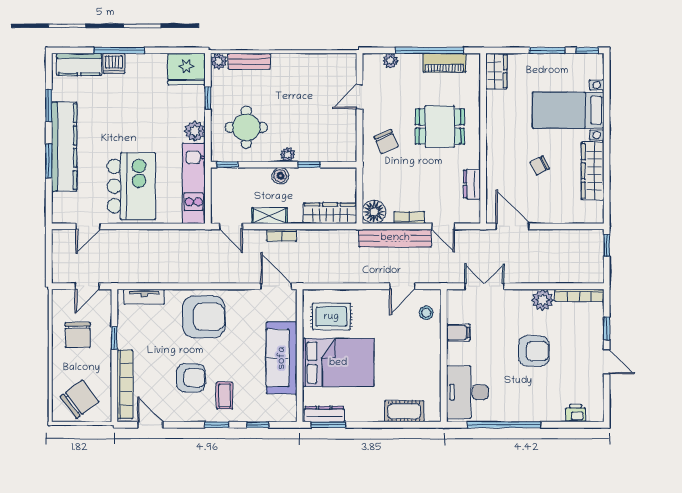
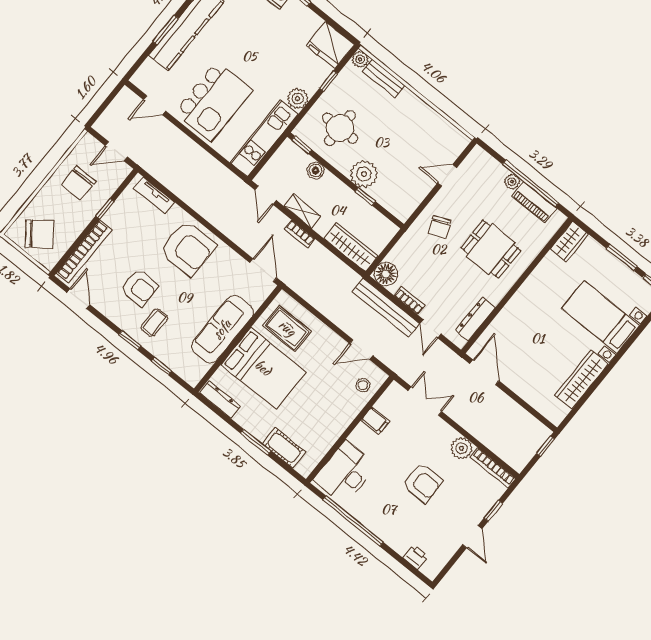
plant: (390, 61) -> (512, 182), moved
plant: (288, 154) -> (364, 174), width x1.87, depth x1.87
chair: (540, 165) -> (544, 342), removed
boiler: (280, 176) -> (316, 171), moved
dresser: (472, 184) -> (475, 319), width x1.44
window: (328, 425) -> (256, 442), moved

